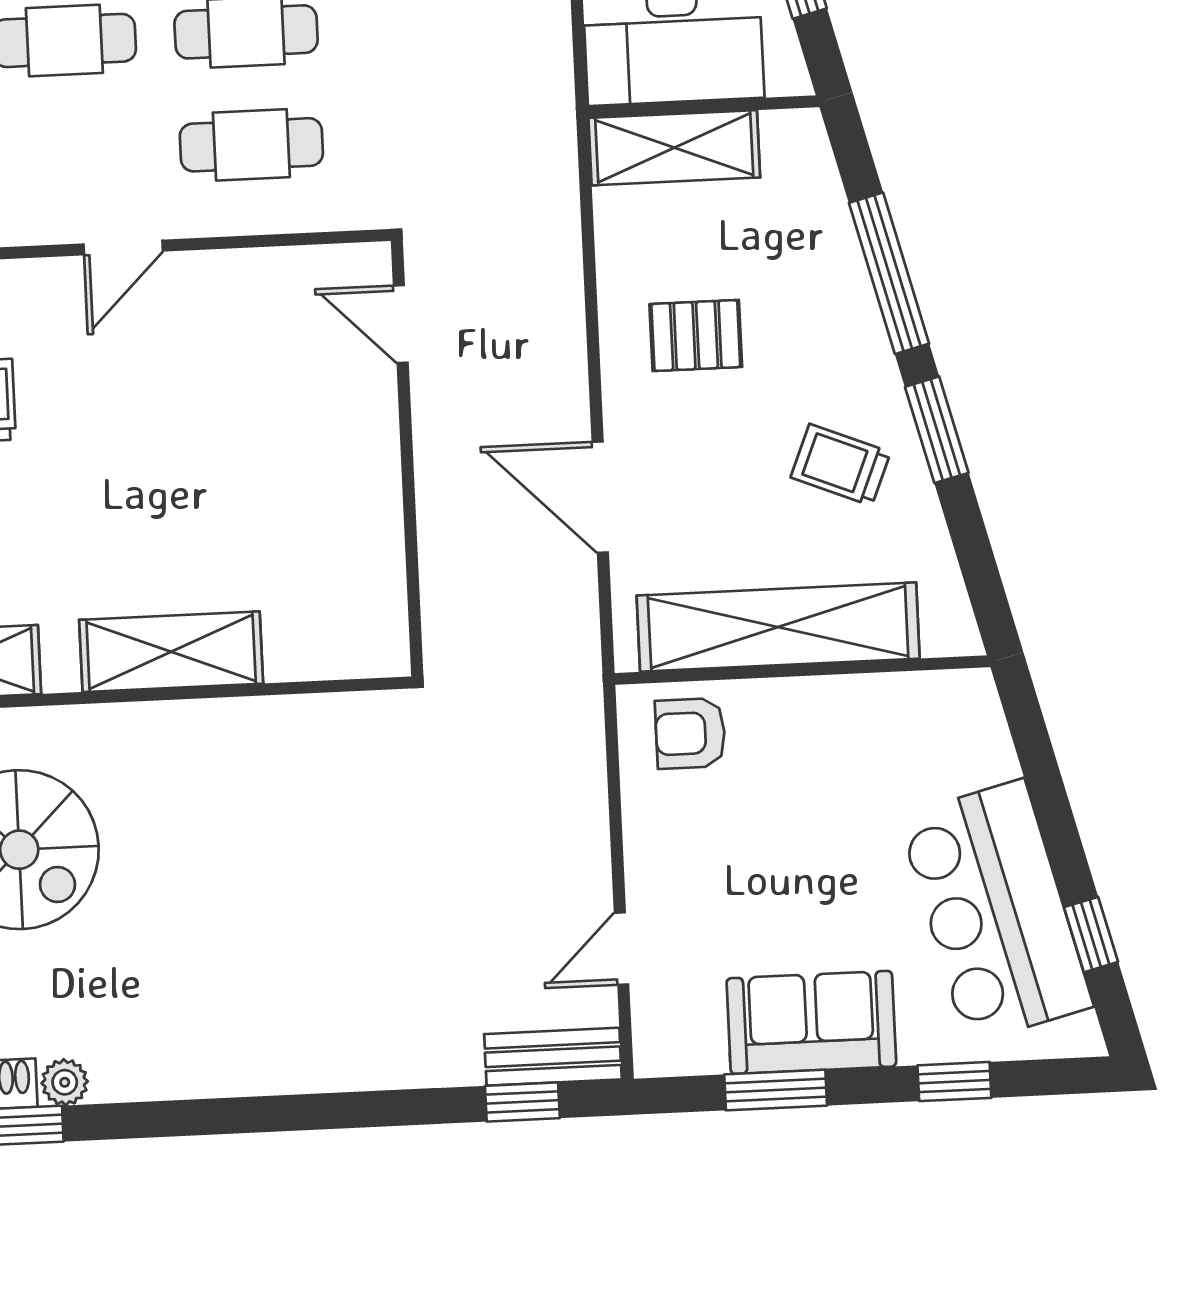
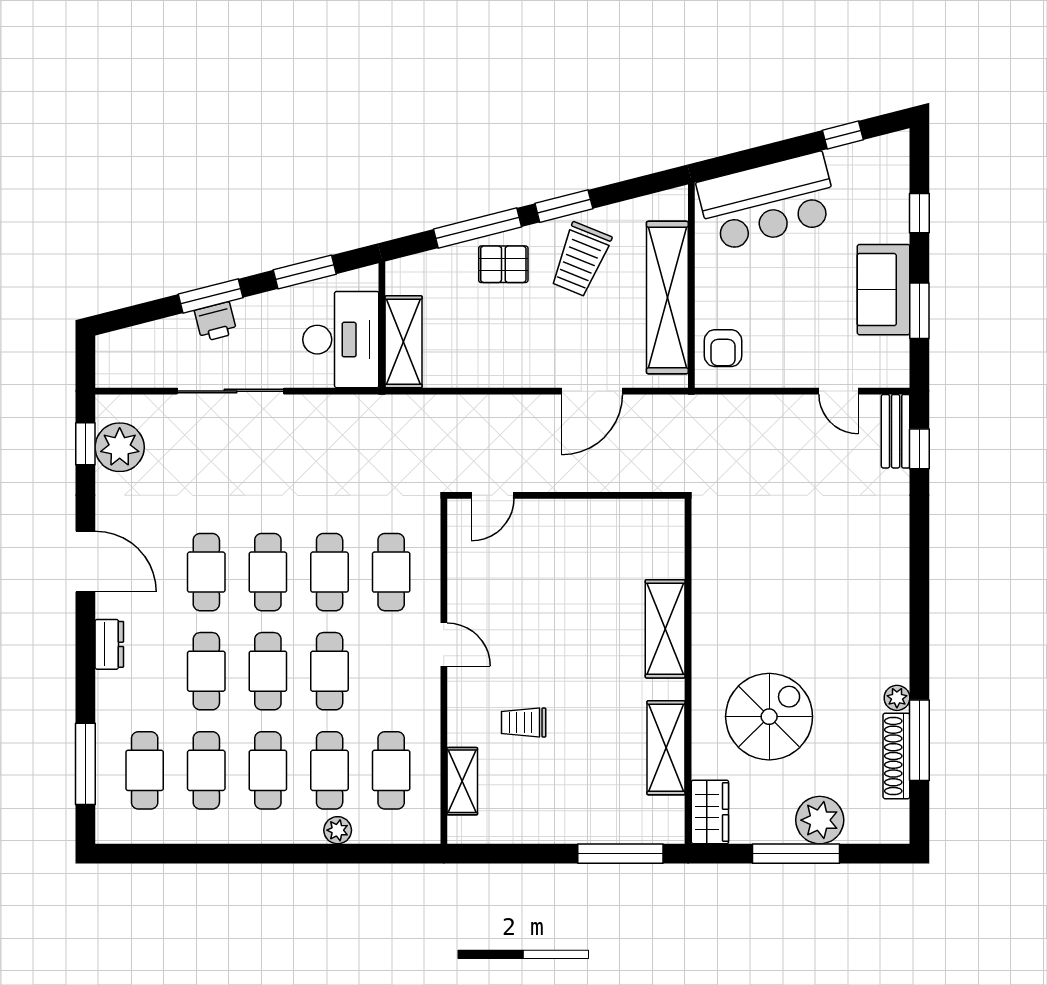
pallet: (696, 335) -> (503, 264), moved, turned 90
trolley: (841, 465) -> (581, 259), width x1.36, depth x1.39
bar counter: (996, 912) -> (768, 202), moved

